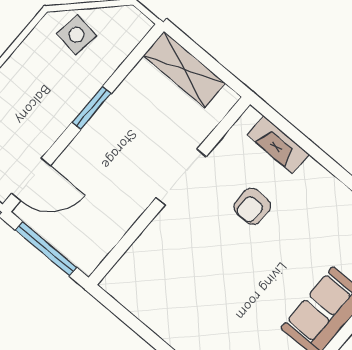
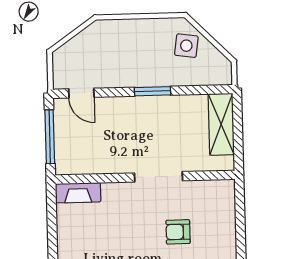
fireplace: (278, 145) -> (78, 193), moved, turned -90
door: (31, 179) -> (81, 93), width x0.73

